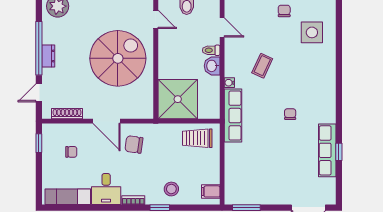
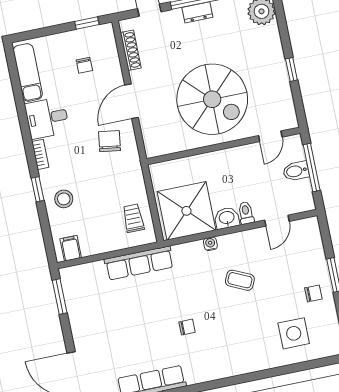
shower: (178, 99) -> (186, 211), moved
row of seats: (233, 116) -> (139, 263), moved
trolley: (197, 138) -> (133, 218), width x0.73, depth x0.72

